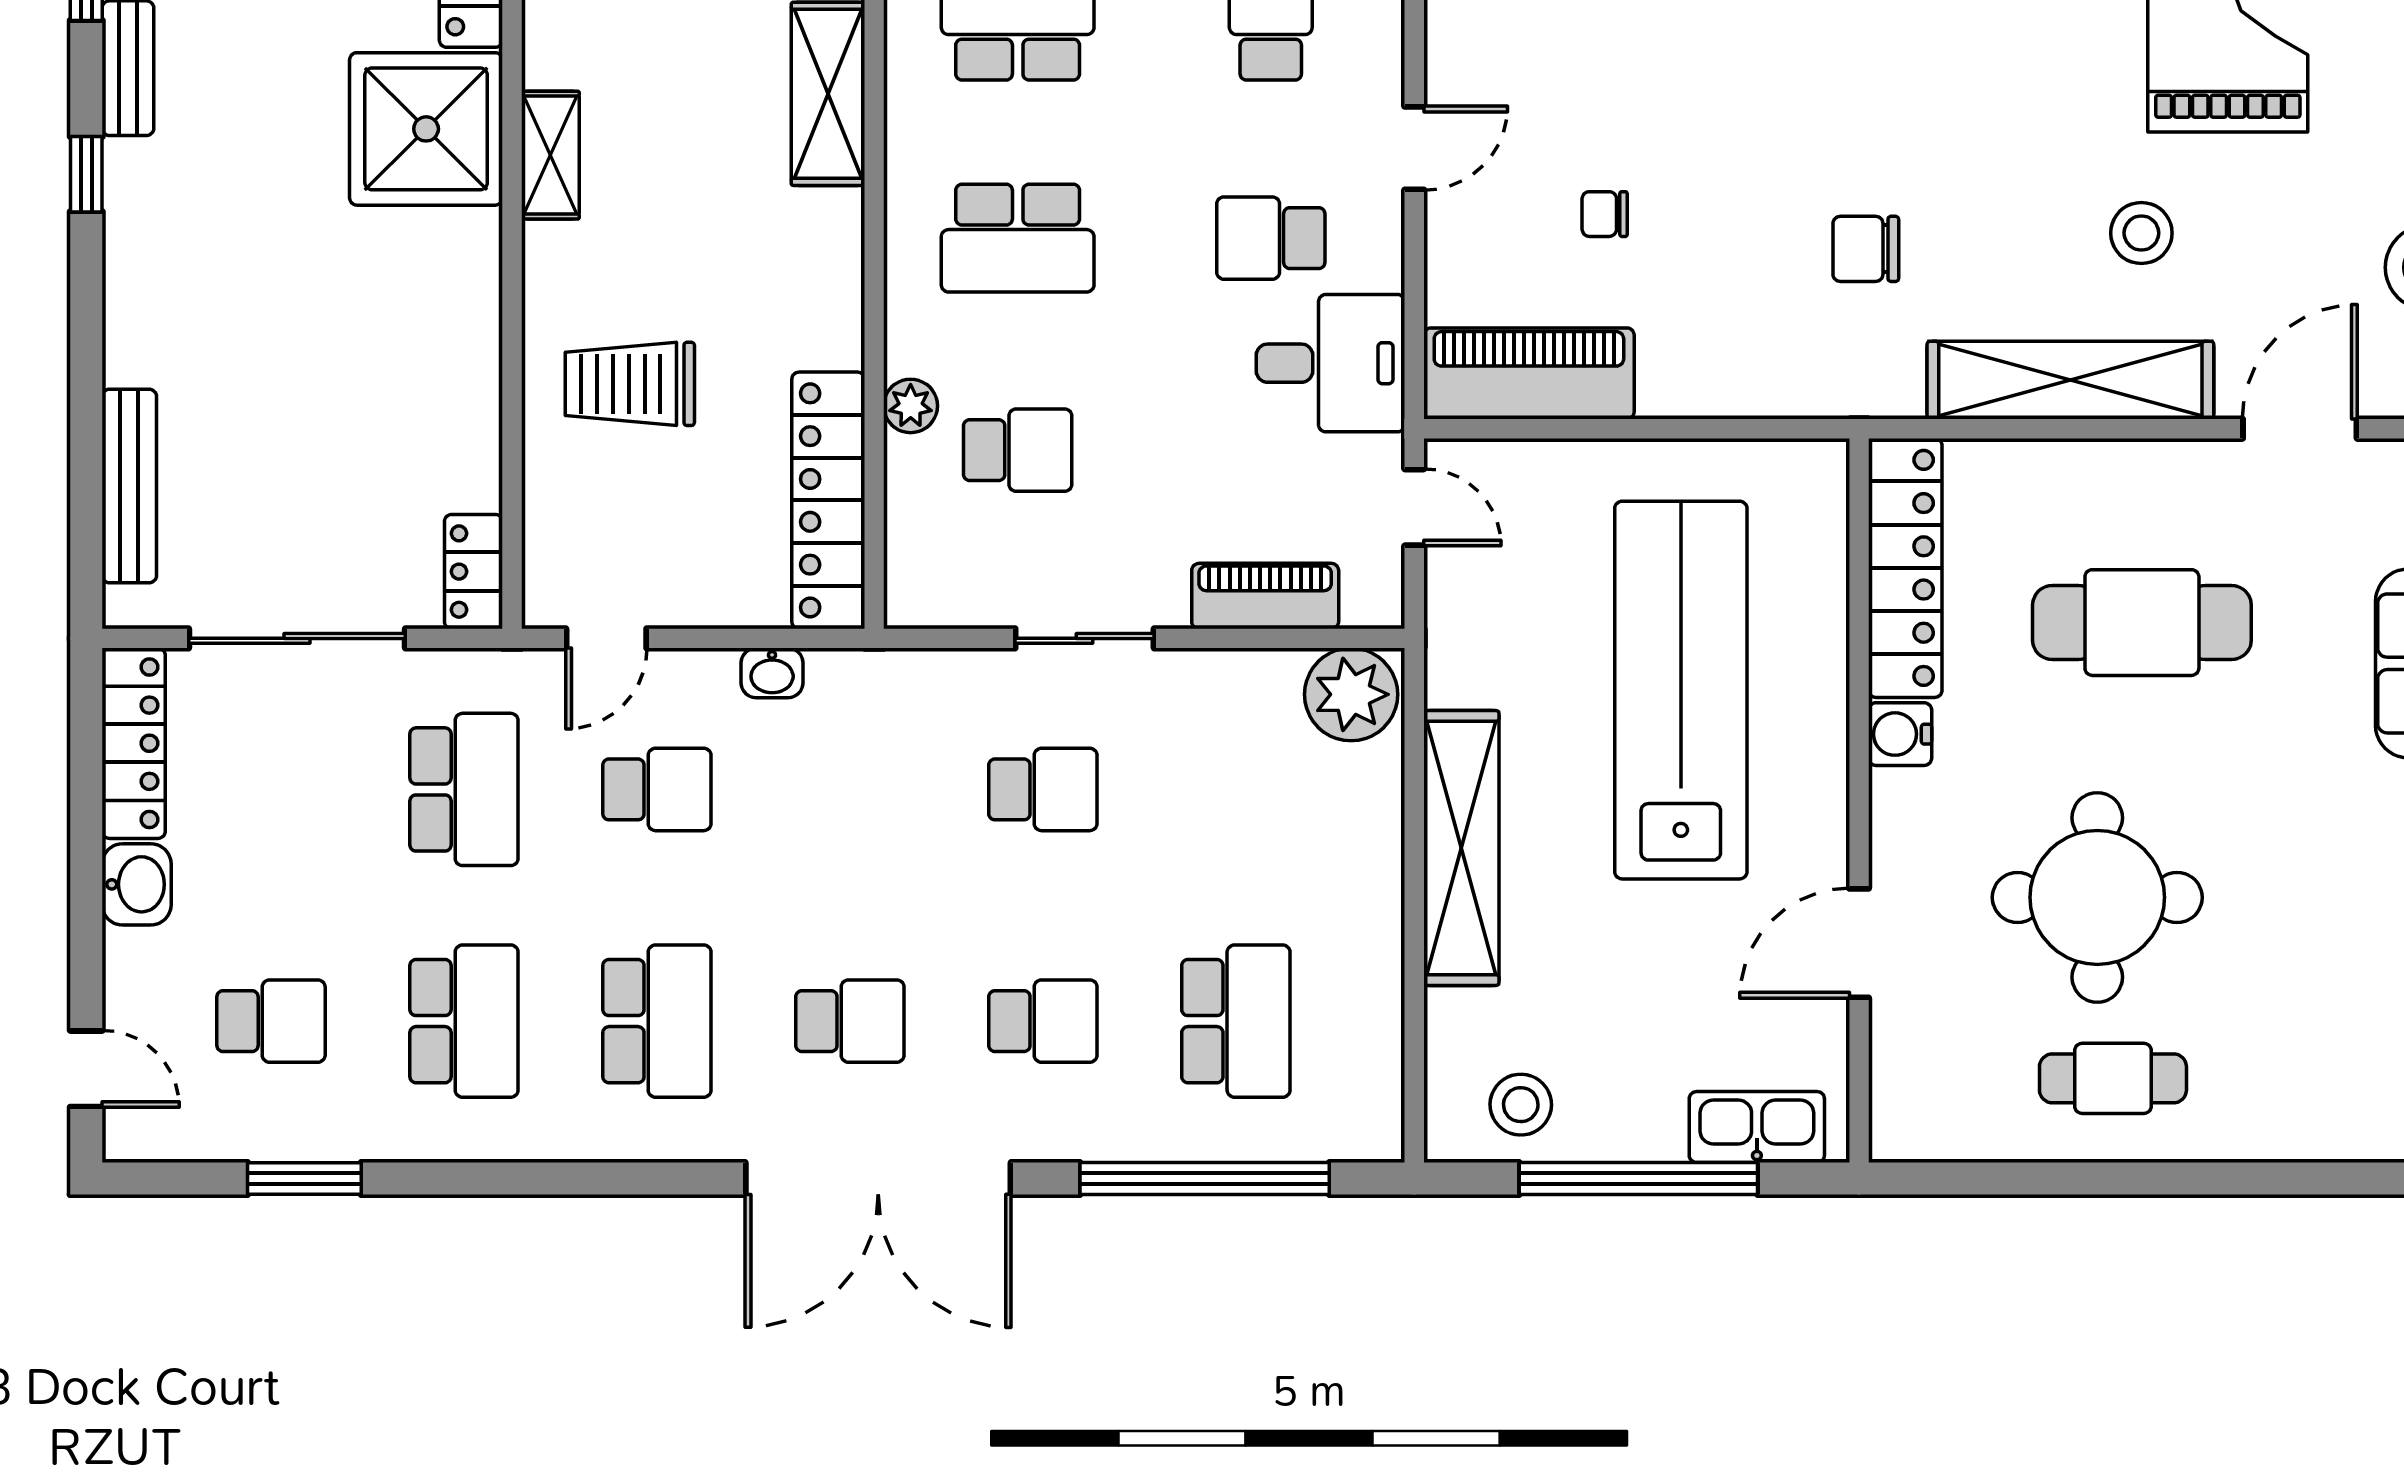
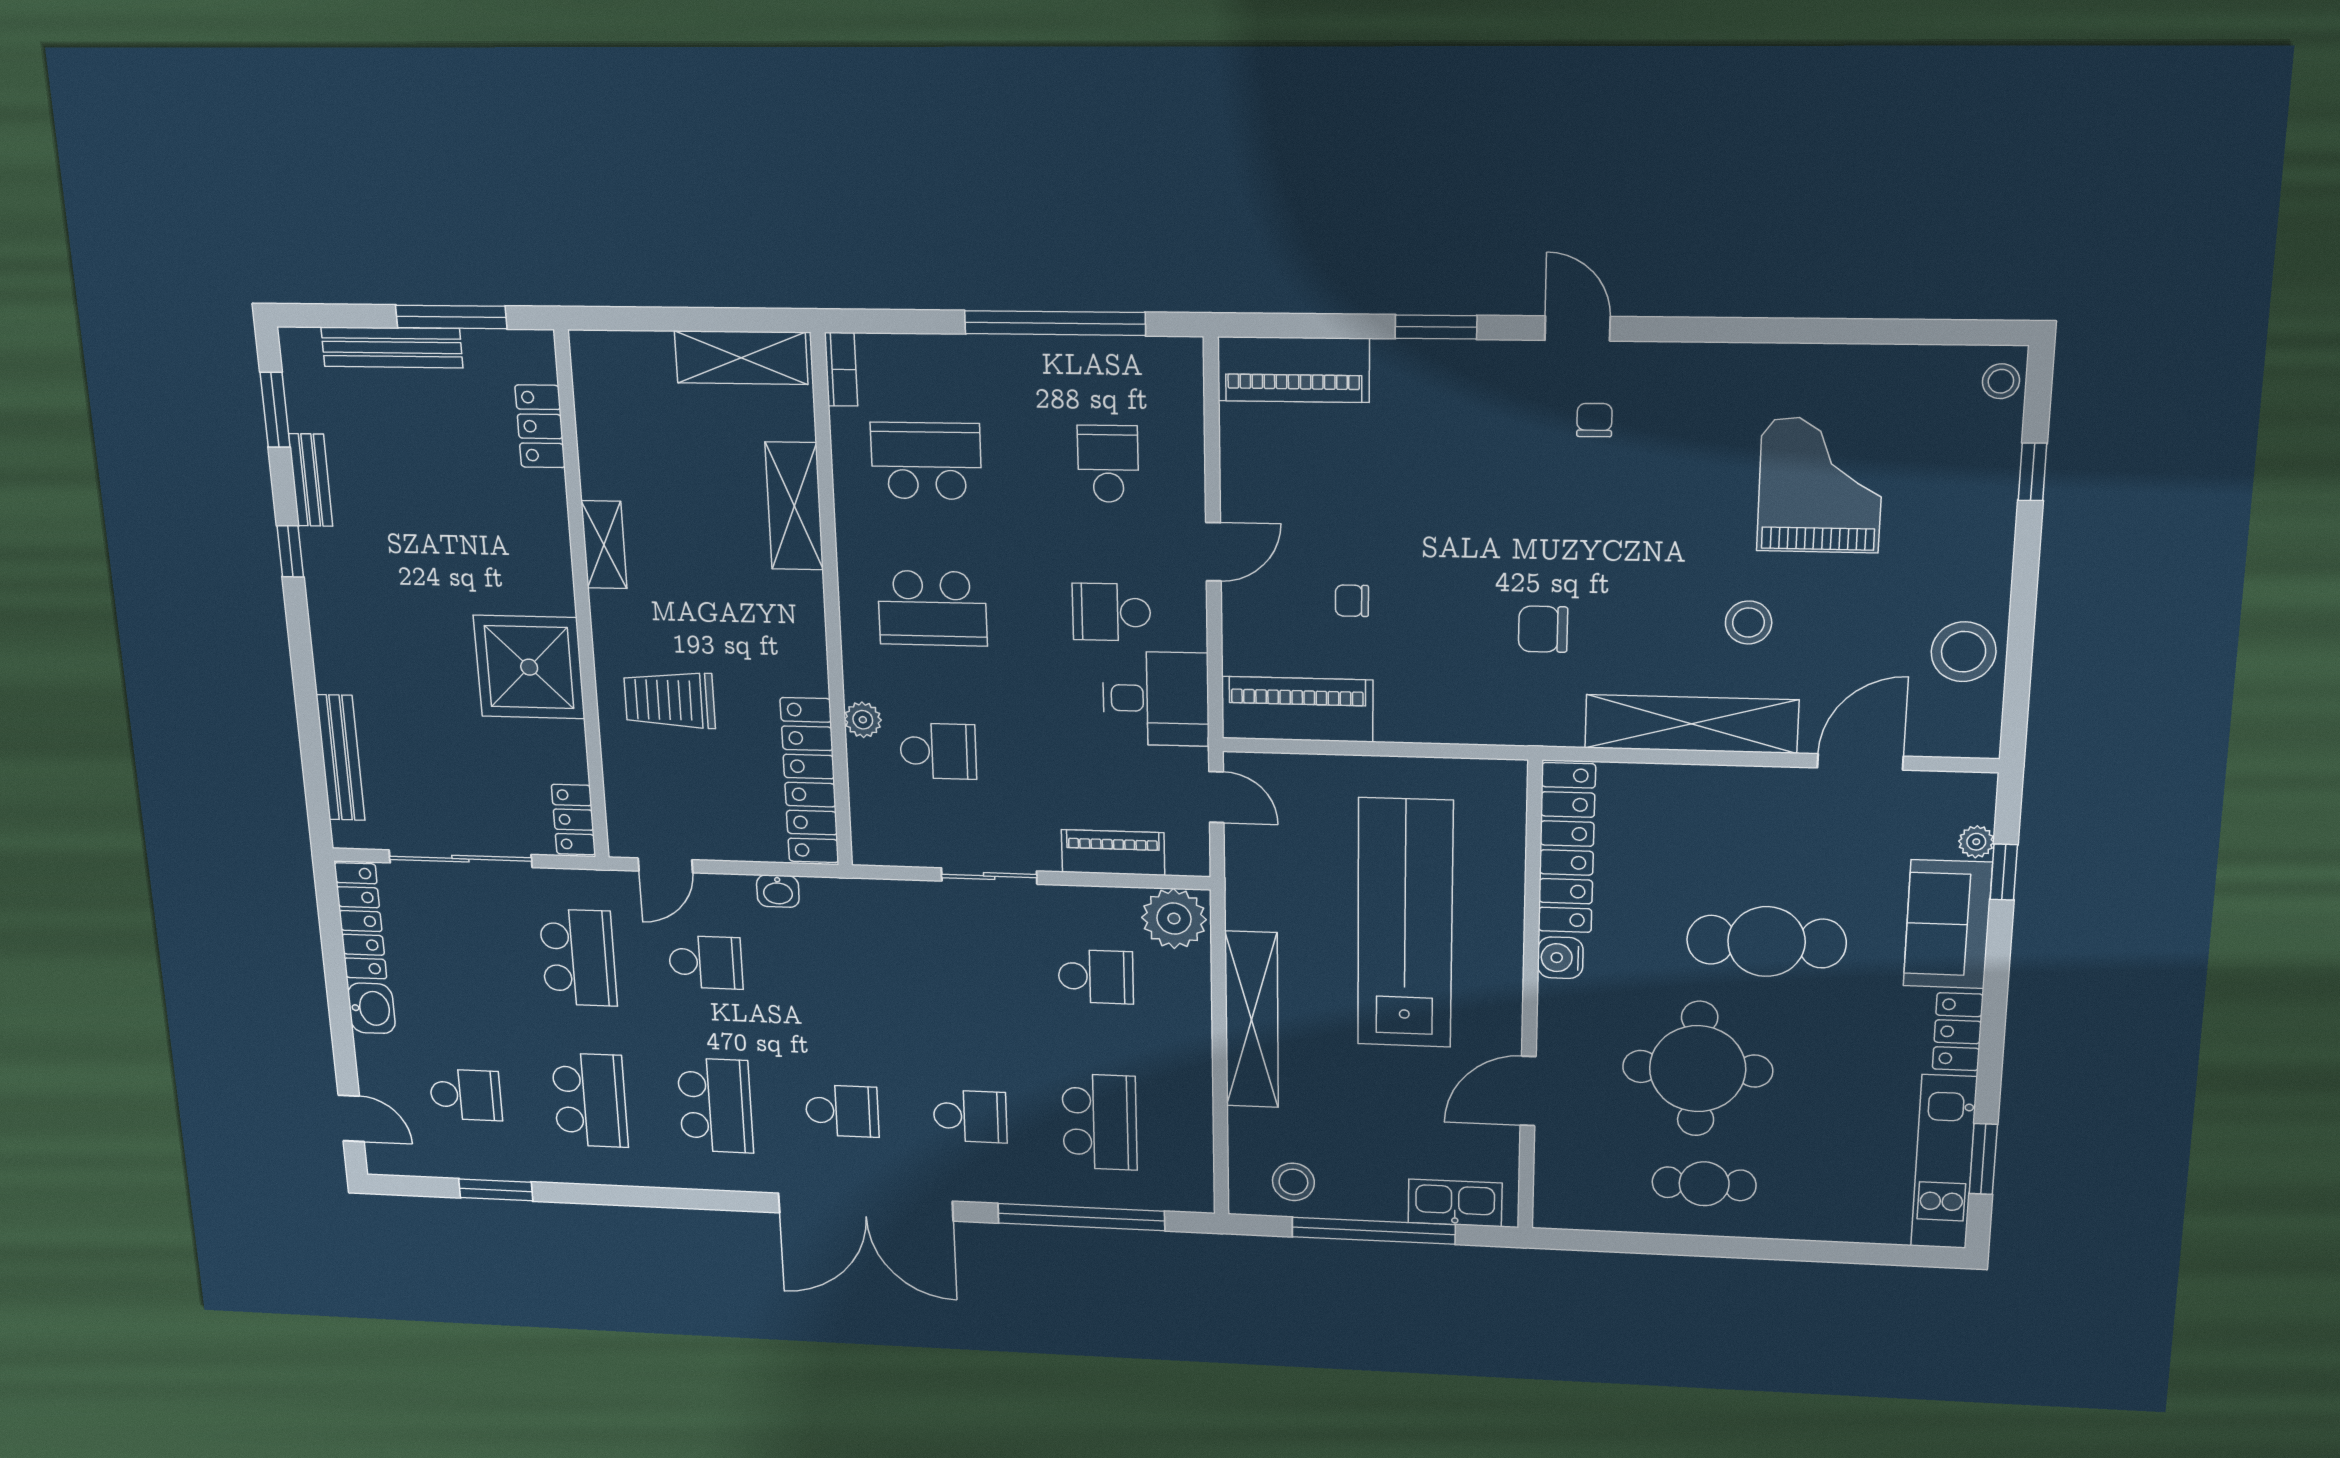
shower: (426, 129) -> (529, 667), moved
cafe table: (2142, 623) -> (1766, 942), moved
school desk: (1043, 789) -> (1096, 977), moved

